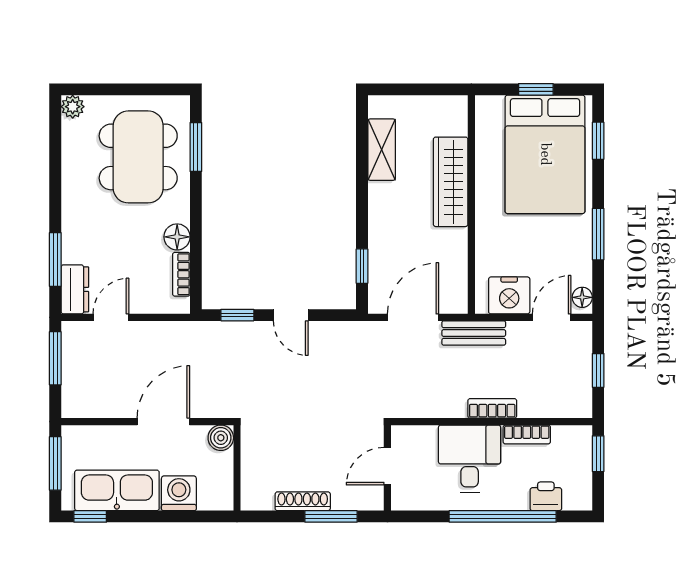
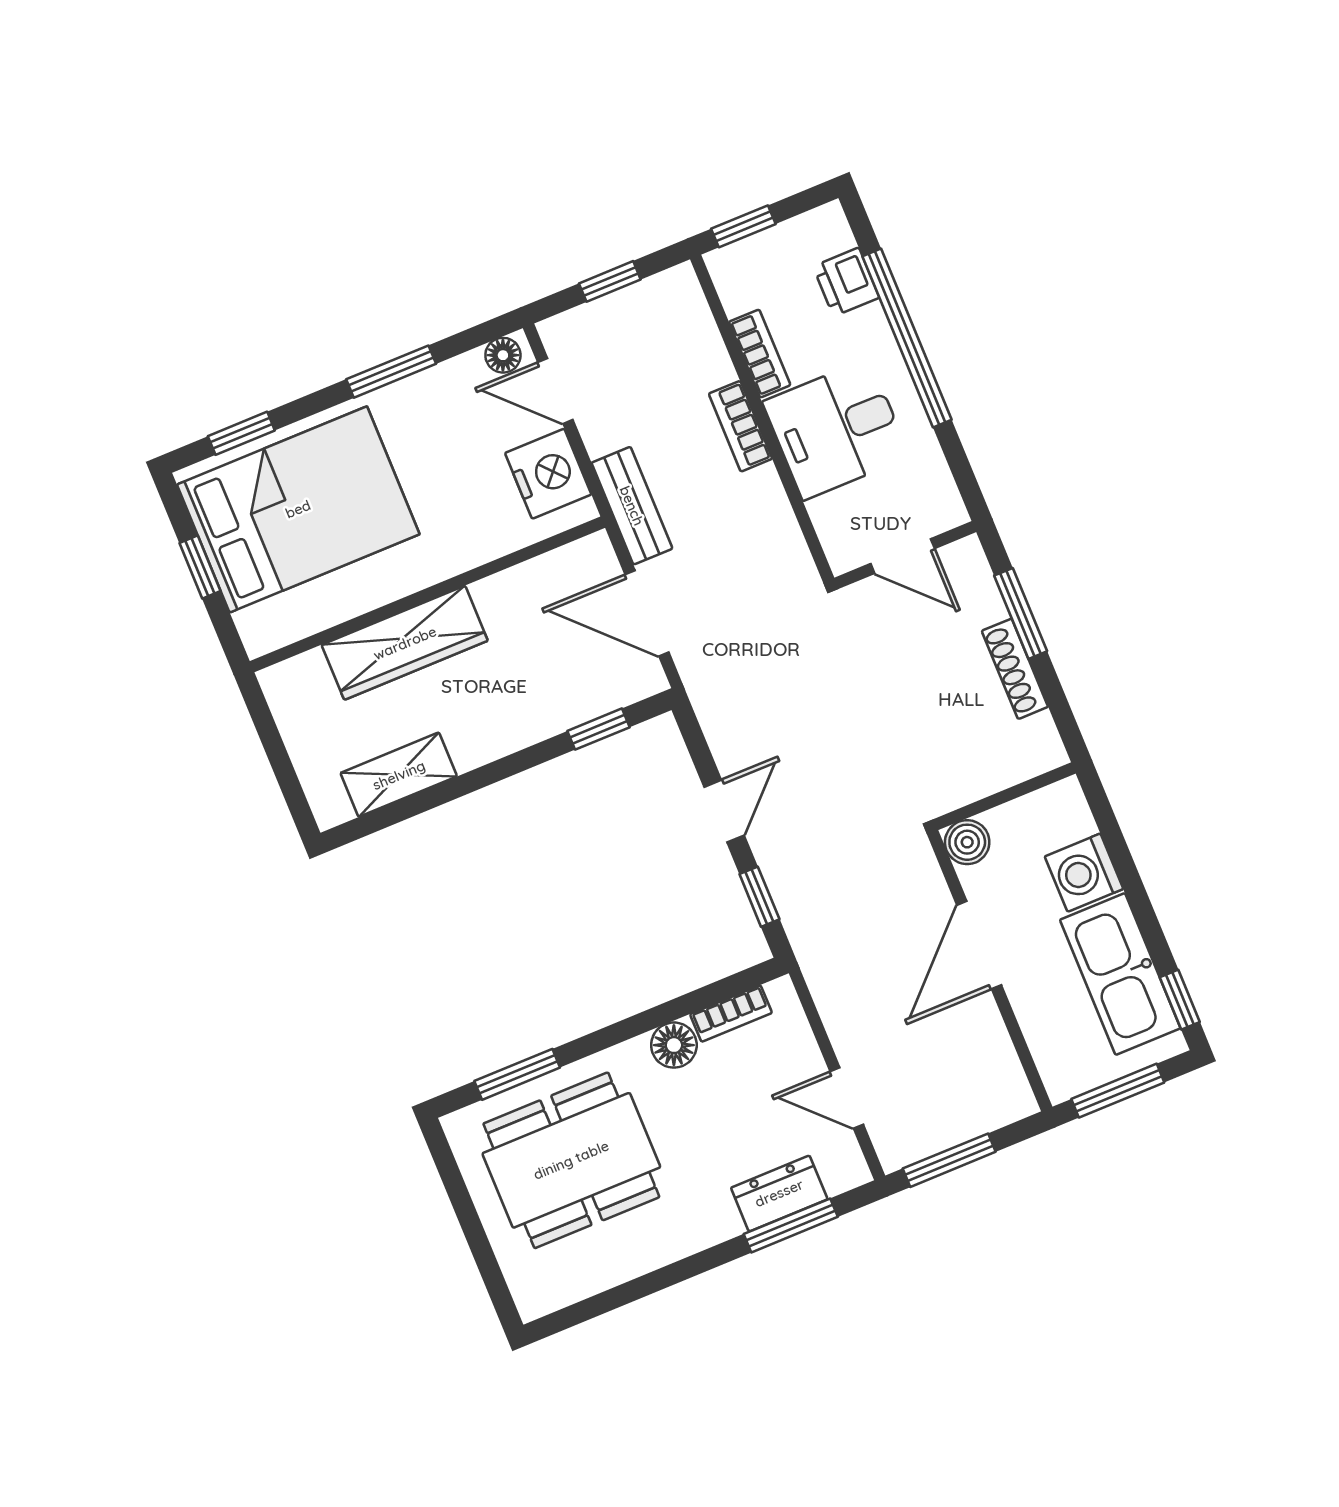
plant: (73, 107) -> (534, 1299), removed
dresser: (75, 289) -> (779, 1193), moved
door: (163, 422) -> (979, 945), hinge flipped

